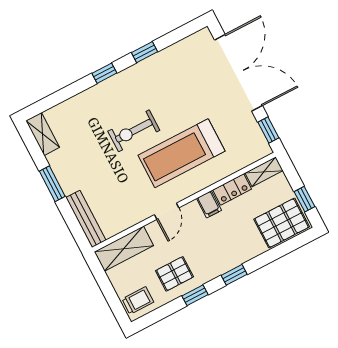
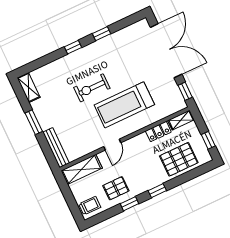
filing cabinet: (209, 204) -> (142, 141), removed
pallet: (282, 223) -> (179, 159), moved

